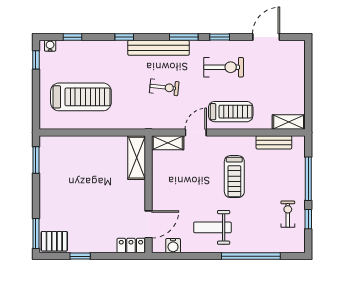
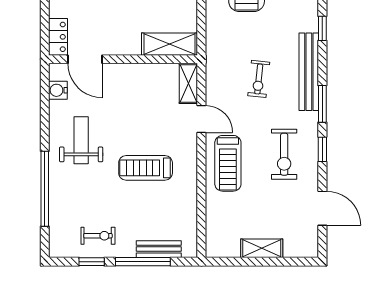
shelving: (289, 122) -> (262, 248), moved, turned 90
bench: (274, 142) -> (159, 249), moved, turned 90

